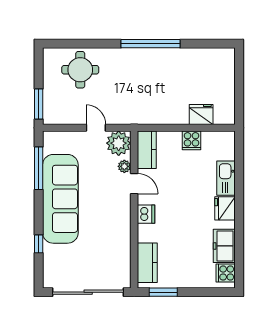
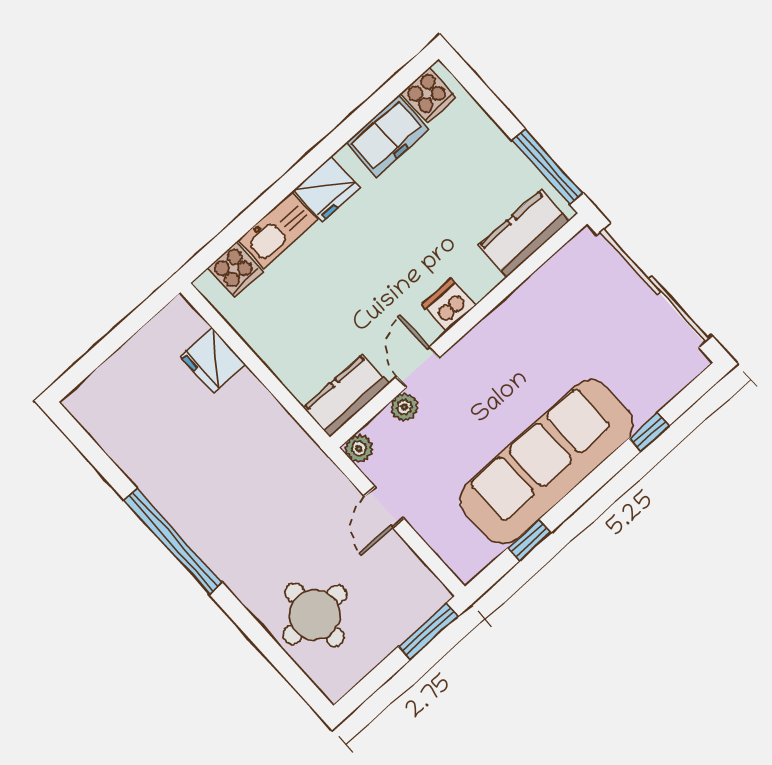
cooker: (191, 140) -> (235, 270), moved, turned 90
plant: (119, 143) -> (359, 449), width x0.53, depth x0.53
window: (39, 168) -> (530, 540), width x0.46
window: (163, 292) -> (547, 167), width x1.44

